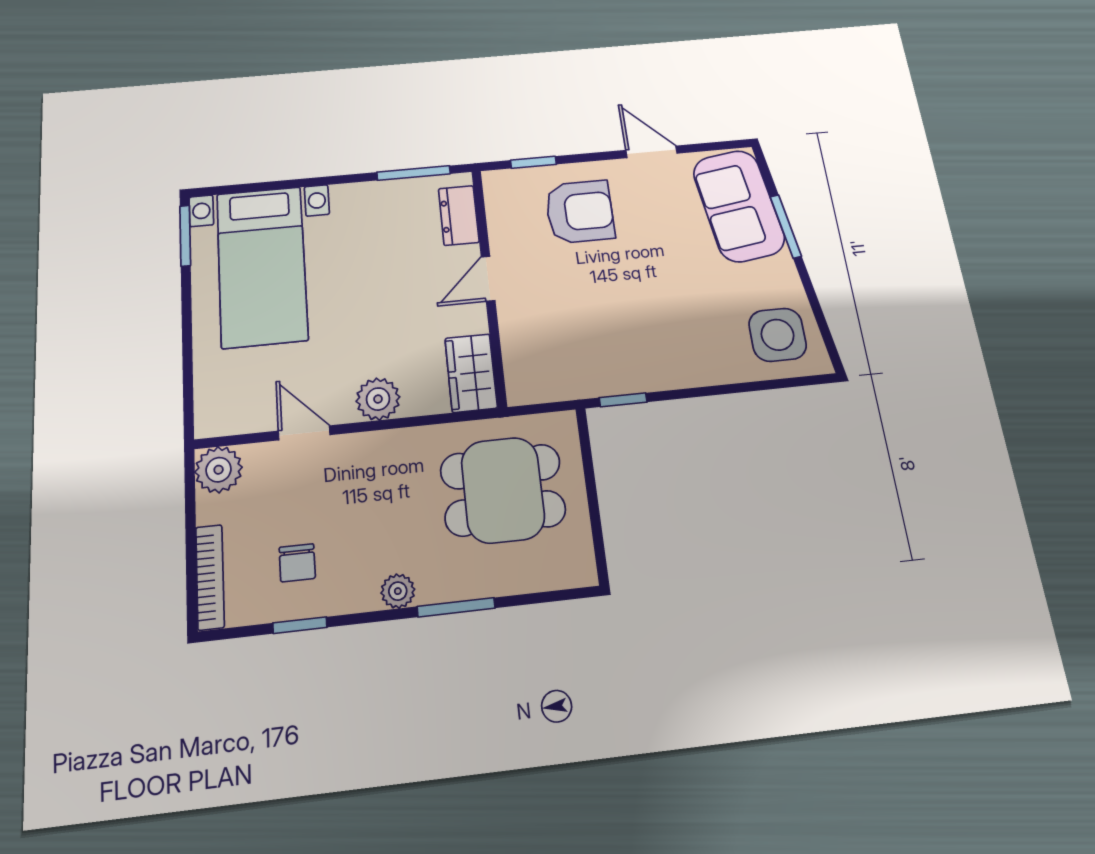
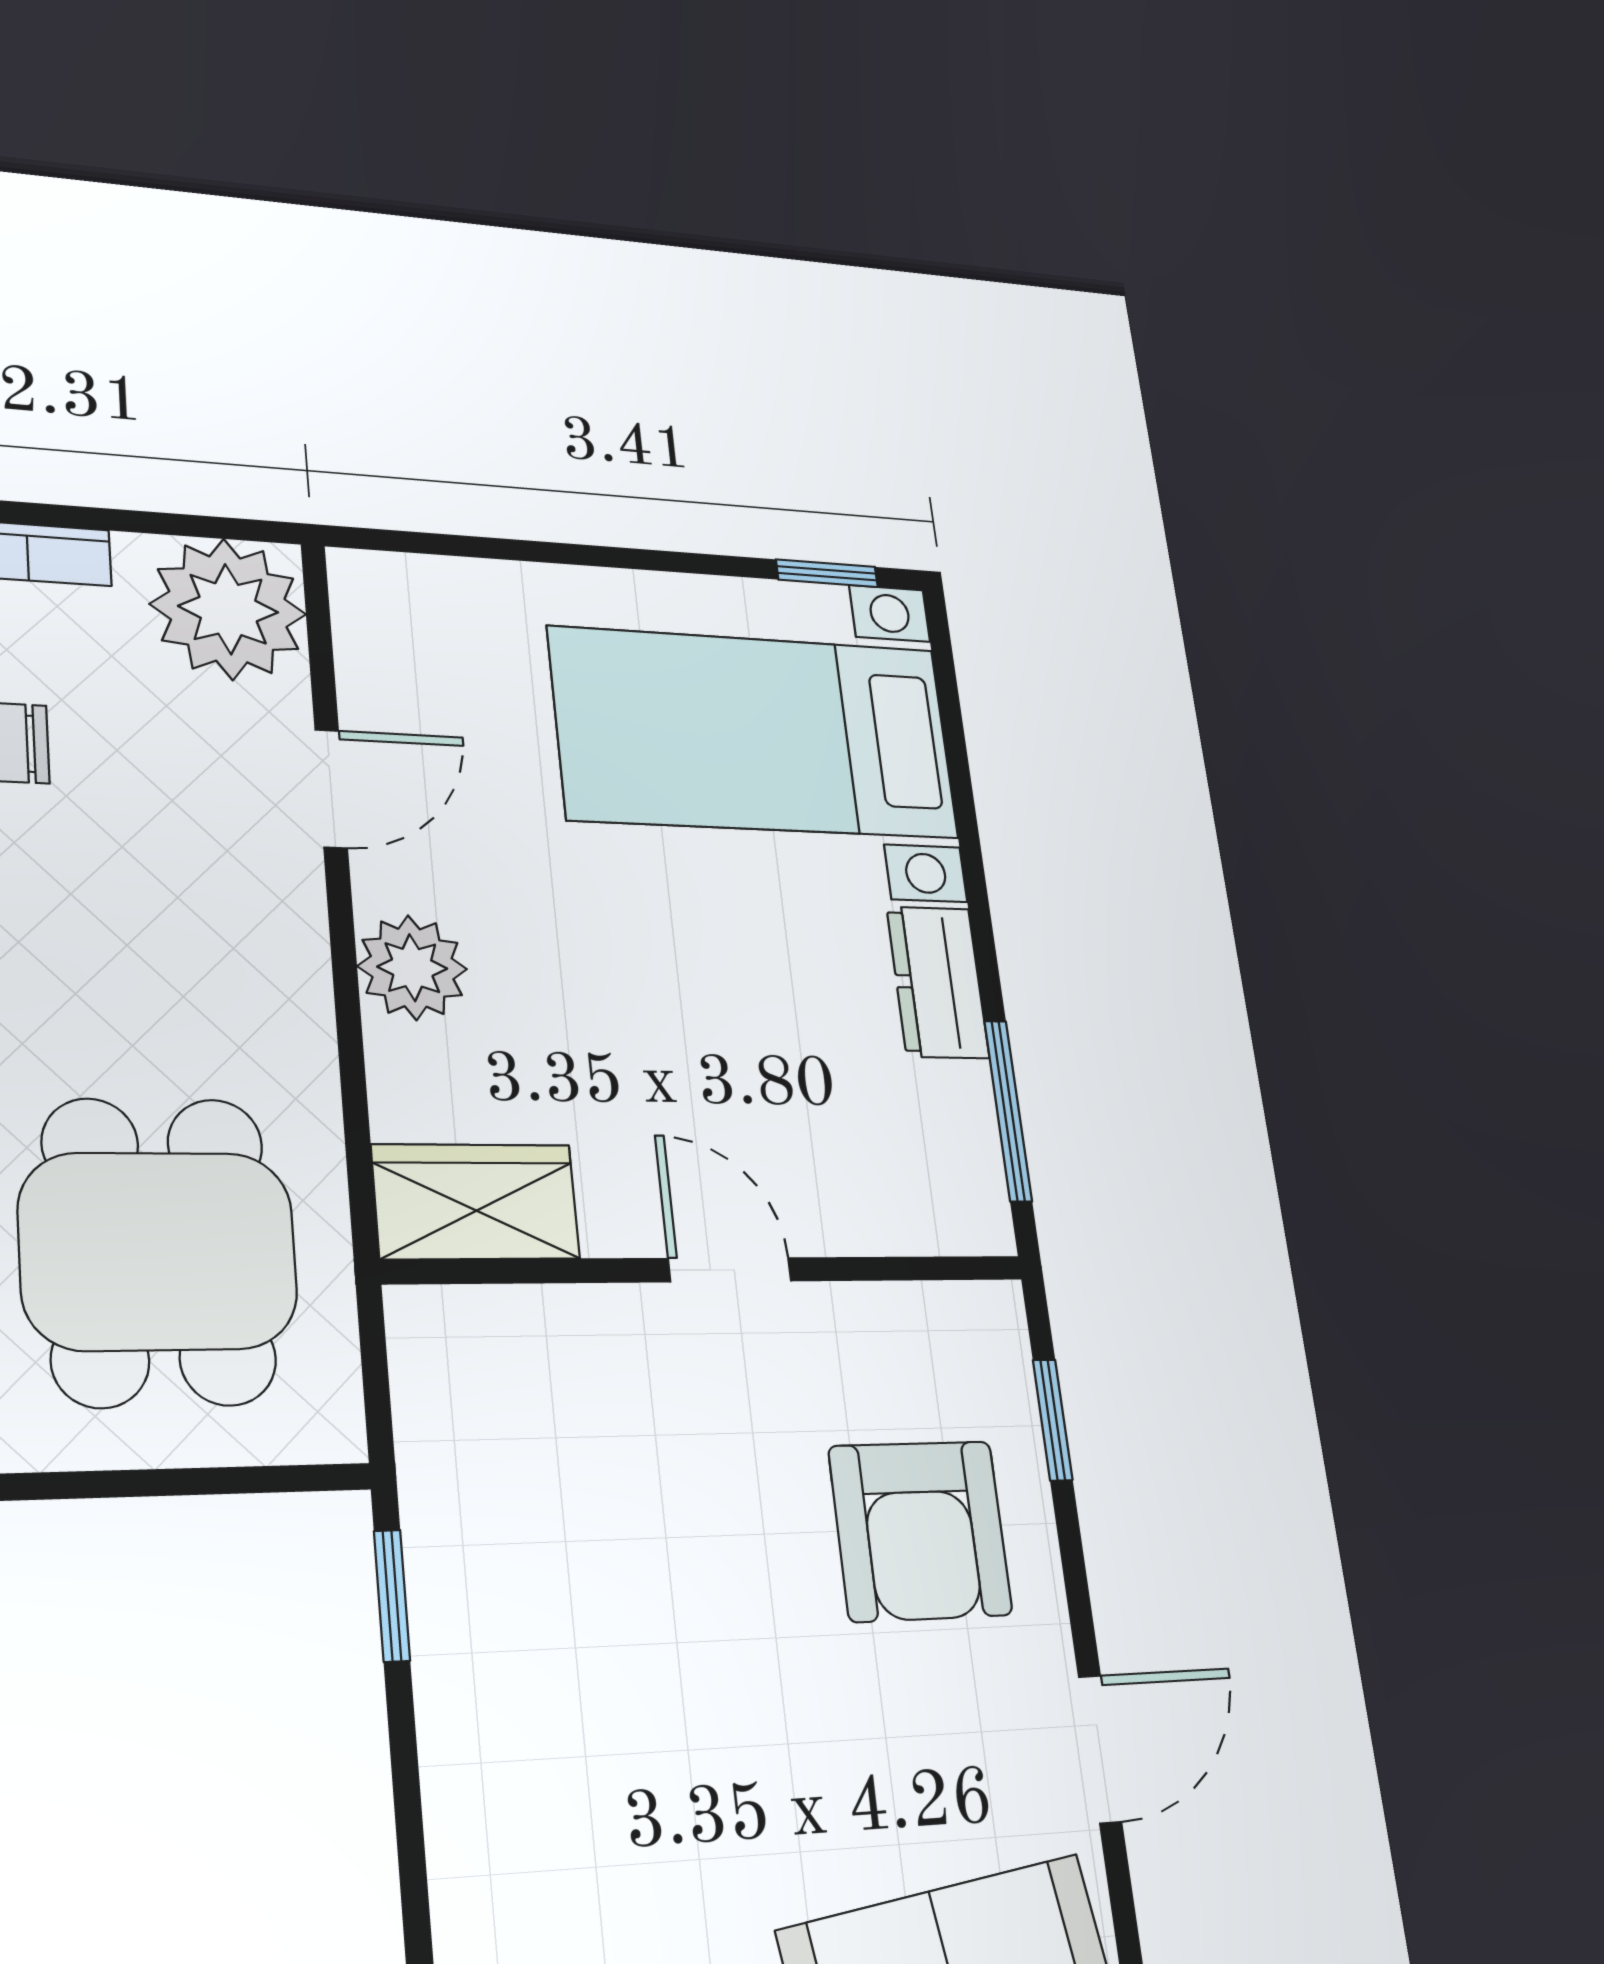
dresser: (459, 215) -> (938, 982), moved, turned -90
window: (185, 236) -> (827, 573), width x0.67
plant: (219, 470) -> (228, 609), width x1.36, depth x1.36

